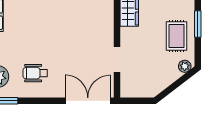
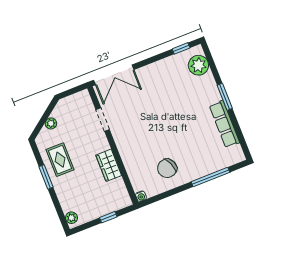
plant: (185, 66) -> (51, 123), moved
wheelchair: (35, 73) -> (168, 81), removed

